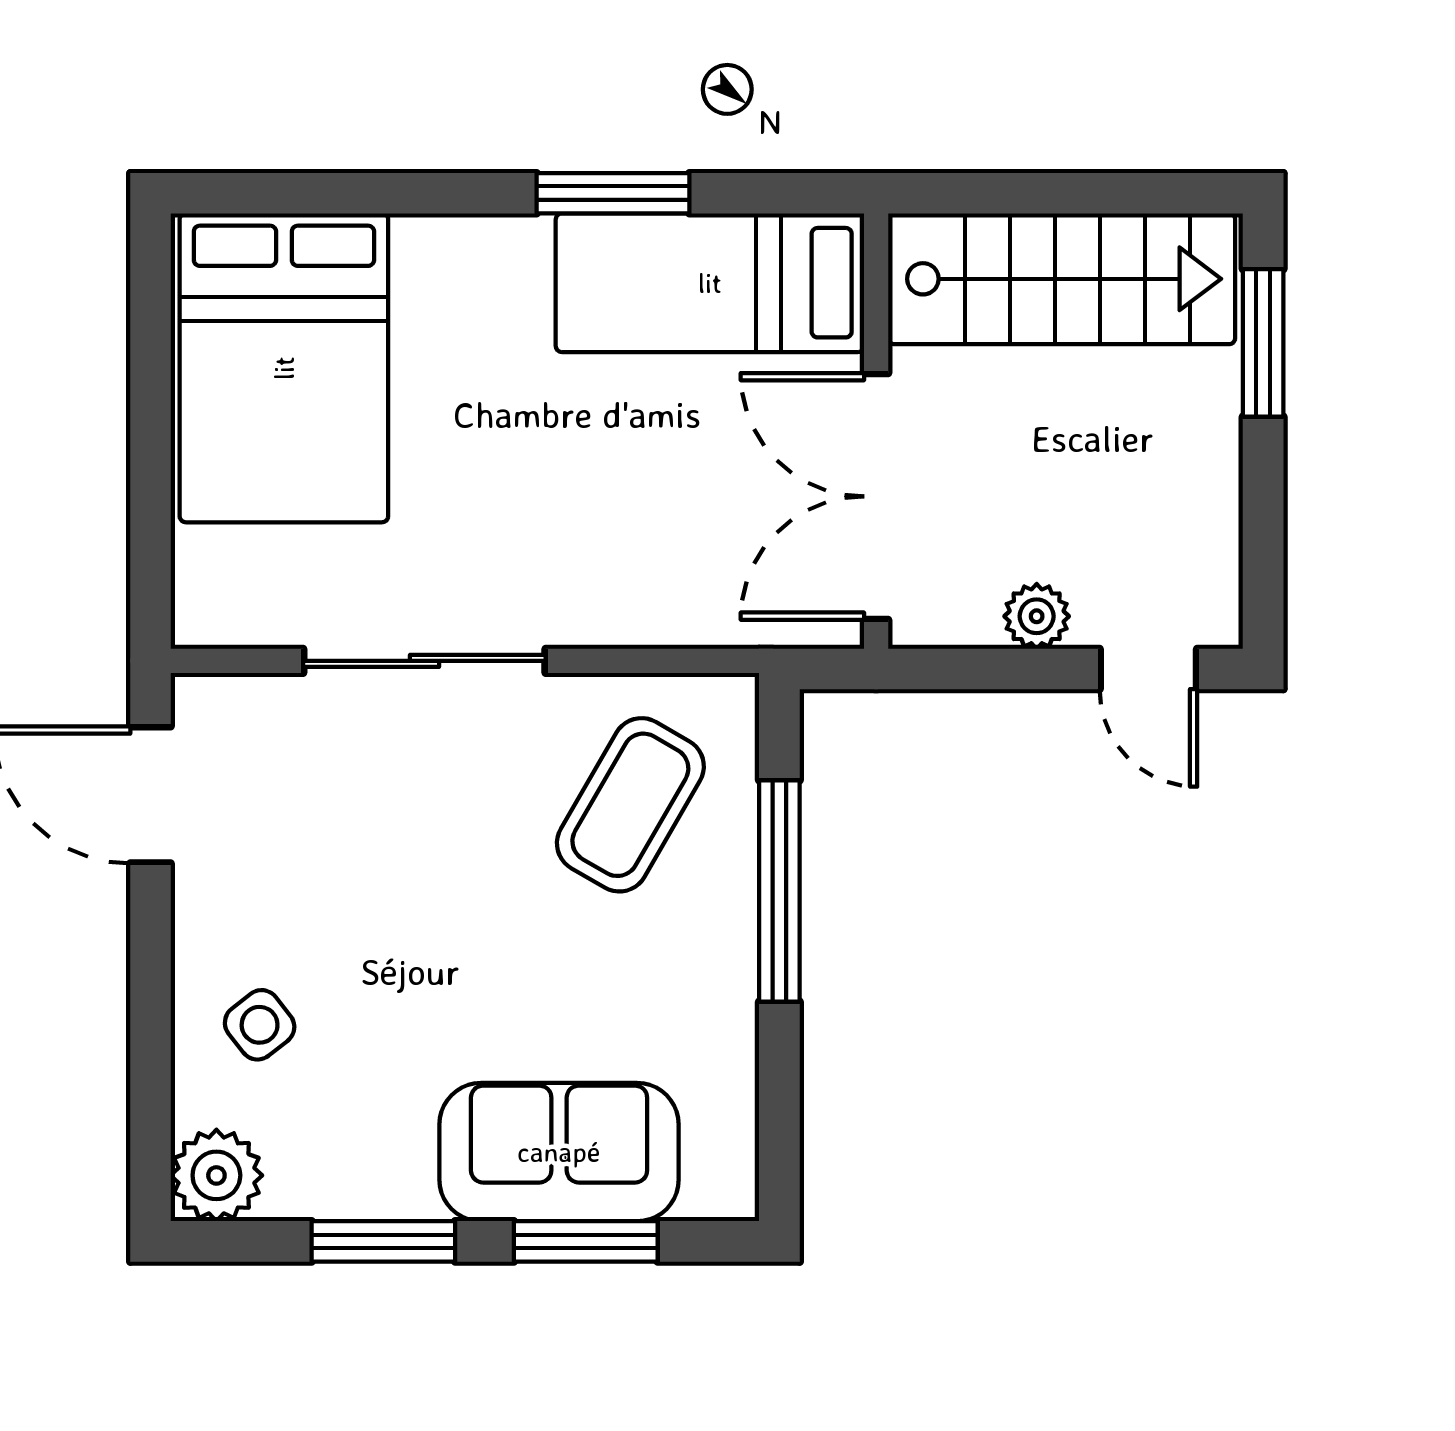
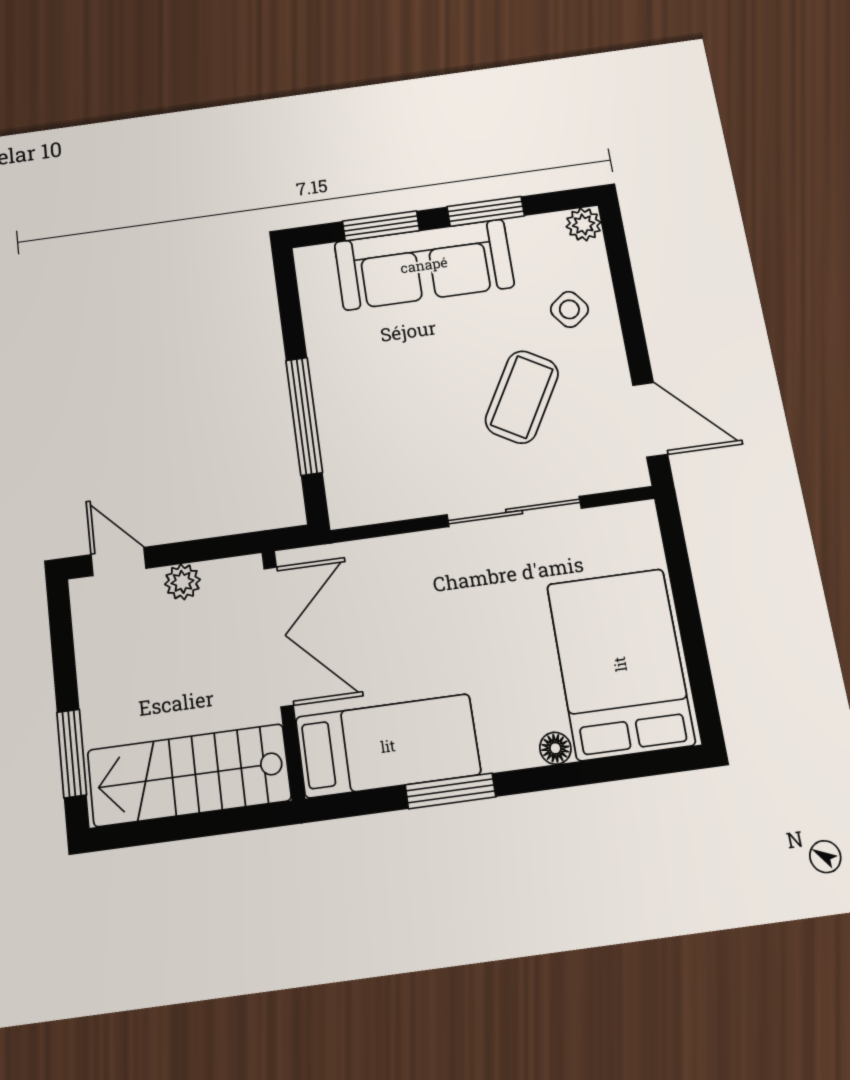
floor lamp: (422, 240) -> (555, 748), added
coffee table: (630, 805) -> (522, 397), moved
sofa: (559, 1152) -> (424, 265), width x1.36
plant: (216, 1175) -> (584, 224), width x0.73, depth x0.73

